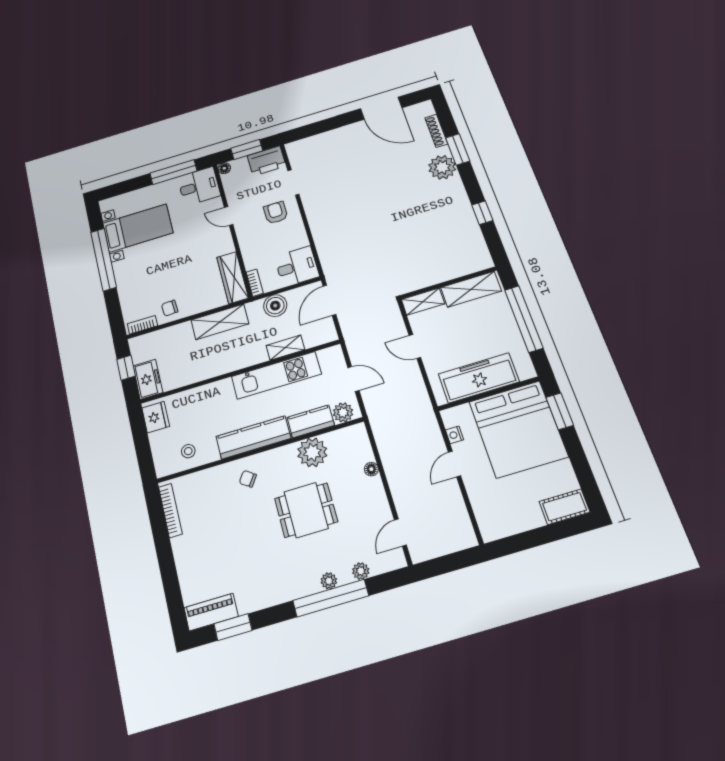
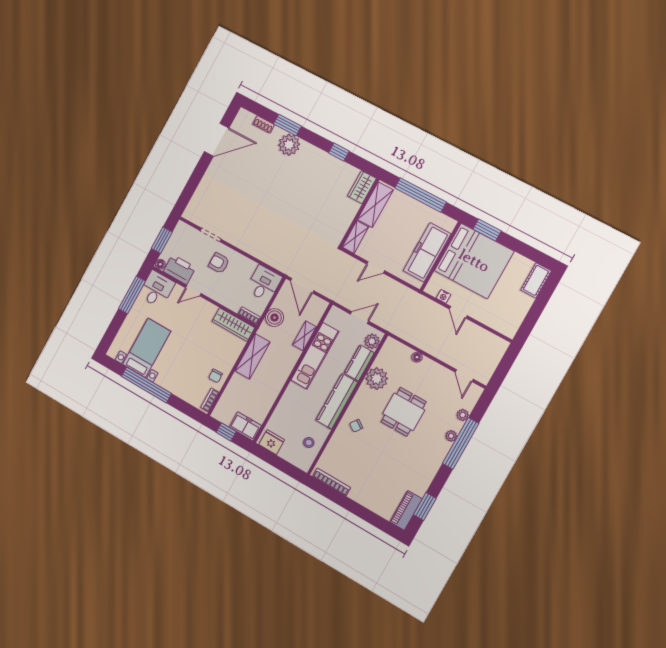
shoe rack: (436, 131) -> (264, 124), width x0.70
printer: (267, 161) -> (180, 270), moved, turned -90
wardrobe: (474, 262) -> (362, 187), added

